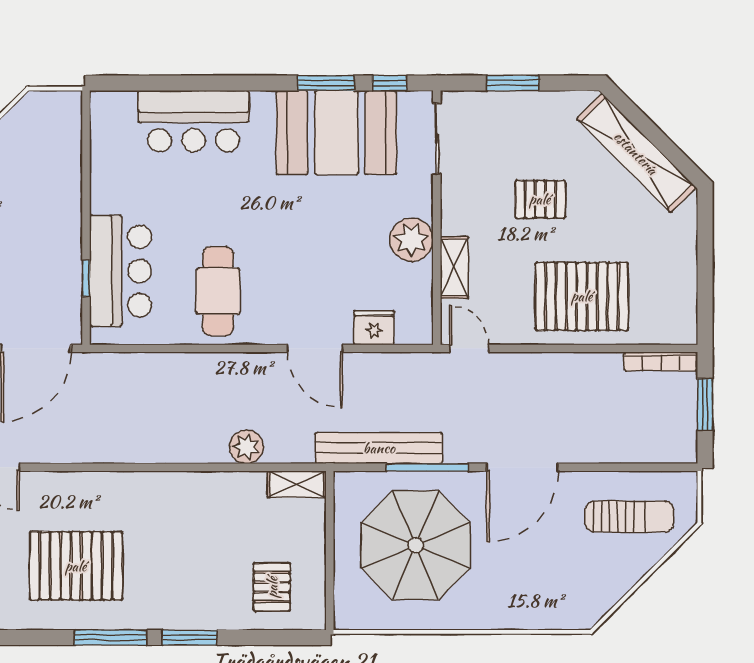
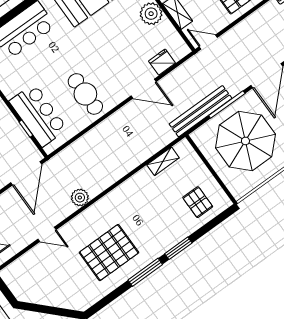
plant: (246, 447) -> (80, 198), moved
shelving: (297, 484) -> (163, 161), moved

